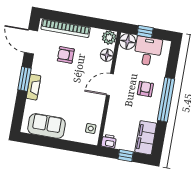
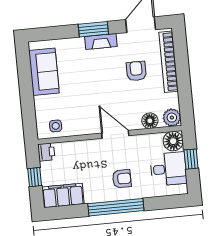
fireplace: (34, 87) -> (101, 41), moved

